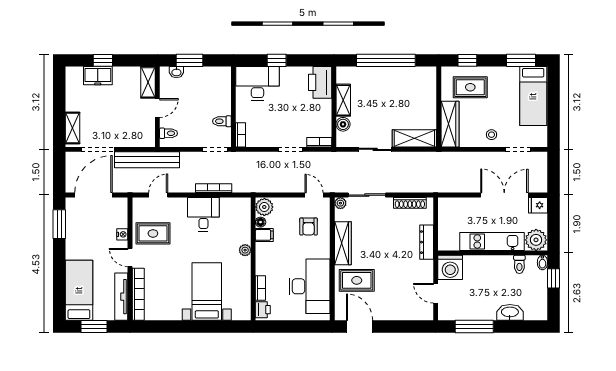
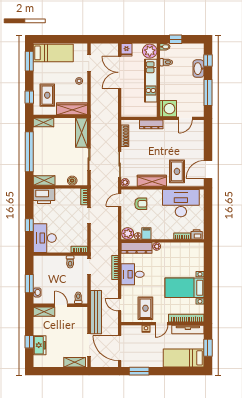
shelving: (430, 82) -> (43, 122), added
shelving: (343, 100) -> (44, 180), moved
dresser: (243, 220) -> (137, 248), added
bed with nightstands: (207, 292) -> (184, 288), moved
window: (522, 327) -> (208, 60), added

